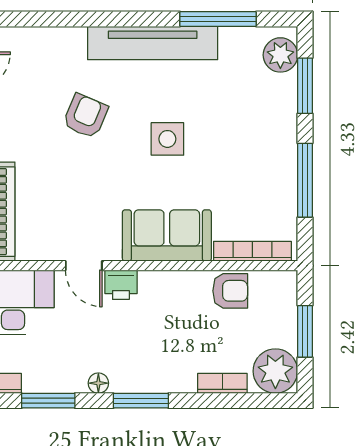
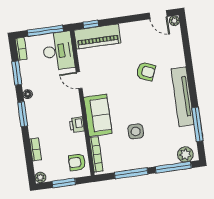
window: (305, 86) -> (173, 167), width x1.44
side table: (167, 139) -> (136, 131), moved
door: (84, 266) -> (79, 80), hinge flipped
printer: (121, 285) -> (77, 125), moved
armchair: (230, 291) -> (77, 162), moved, turned 90
plant: (275, 371) -> (40, 177), width x0.53, depth x0.53

